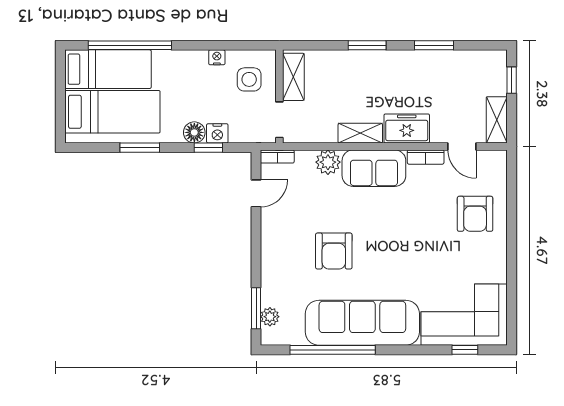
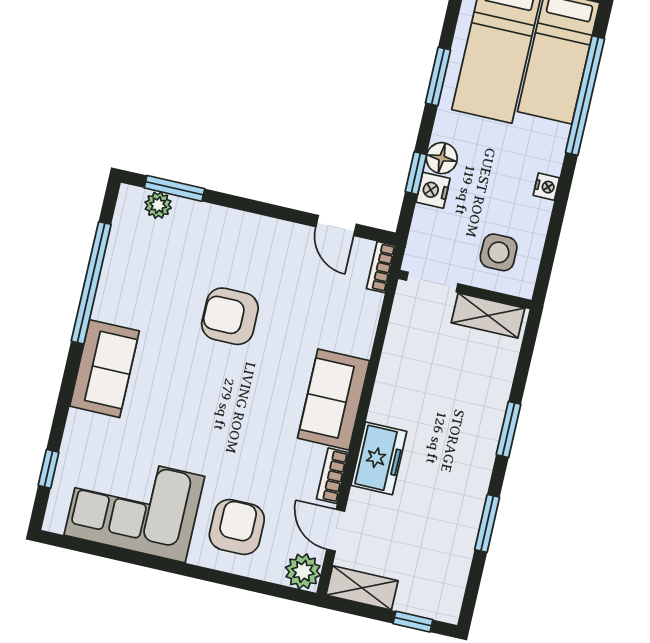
nightstand: (217, 57) -> (546, 187), moved
shelving: (360, 133) -> (387, 392), removed
door: (462, 146) -> (336, 530), hinge flipped
plant: (328, 162) -> (303, 571), moved
armchair: (475, 214) -> (237, 527), turned 90
corner sofa: (464, 315) -> (134, 506), moved, turned -90
sofa: (362, 323) -> (105, 369), width x0.54, depth x0.79

